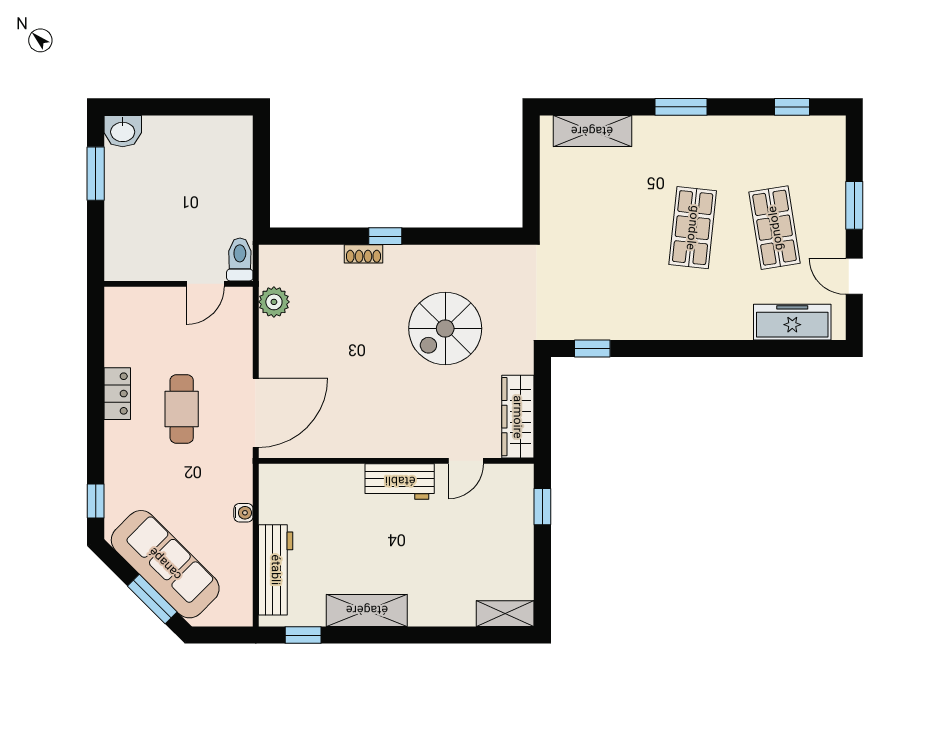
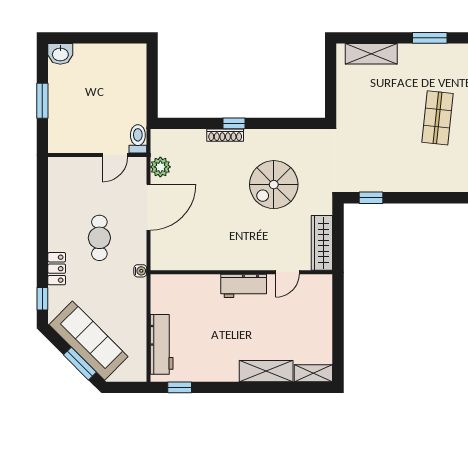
window: (96, 174) -> (42, 101), moved
shoe rack: (363, 254) -> (225, 135), width x1.43
locker: (117, 394) -> (57, 269), moved
door: (256, 413) -> (148, 207), moved
window: (542, 507) -> (338, 302), removed
water cooler: (243, 513) -> (140, 271), moved
shelving: (367, 610) -> (266, 371), moved

